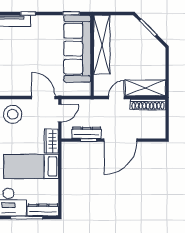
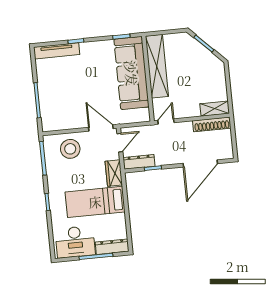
shelving: (145, 88) -> (215, 109), width x0.67, depth x0.75
door: (116, 97) -> (166, 122), moved
dresser: (87, 133) -> (139, 162), moved
door: (120, 140) -> (200, 163), moved

